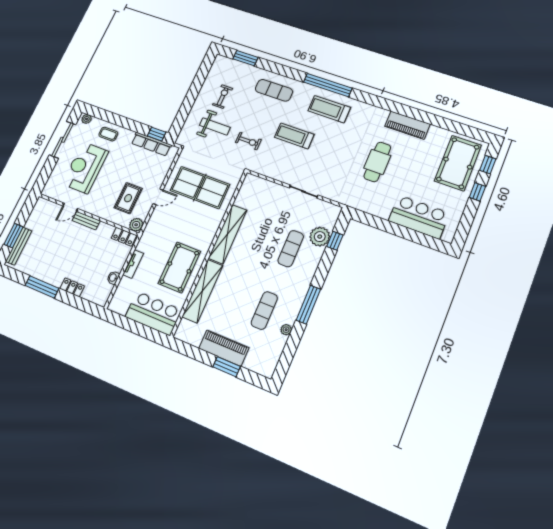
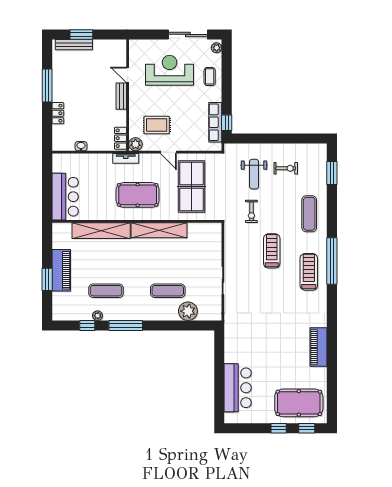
cafe table: (377, 162) -> (274, 334), removed
window: (335, 241) -> (87, 325), moved
tv unit: (133, 264) -> (126, 158), moved
pool table: (179, 267) -> (138, 195), moved

